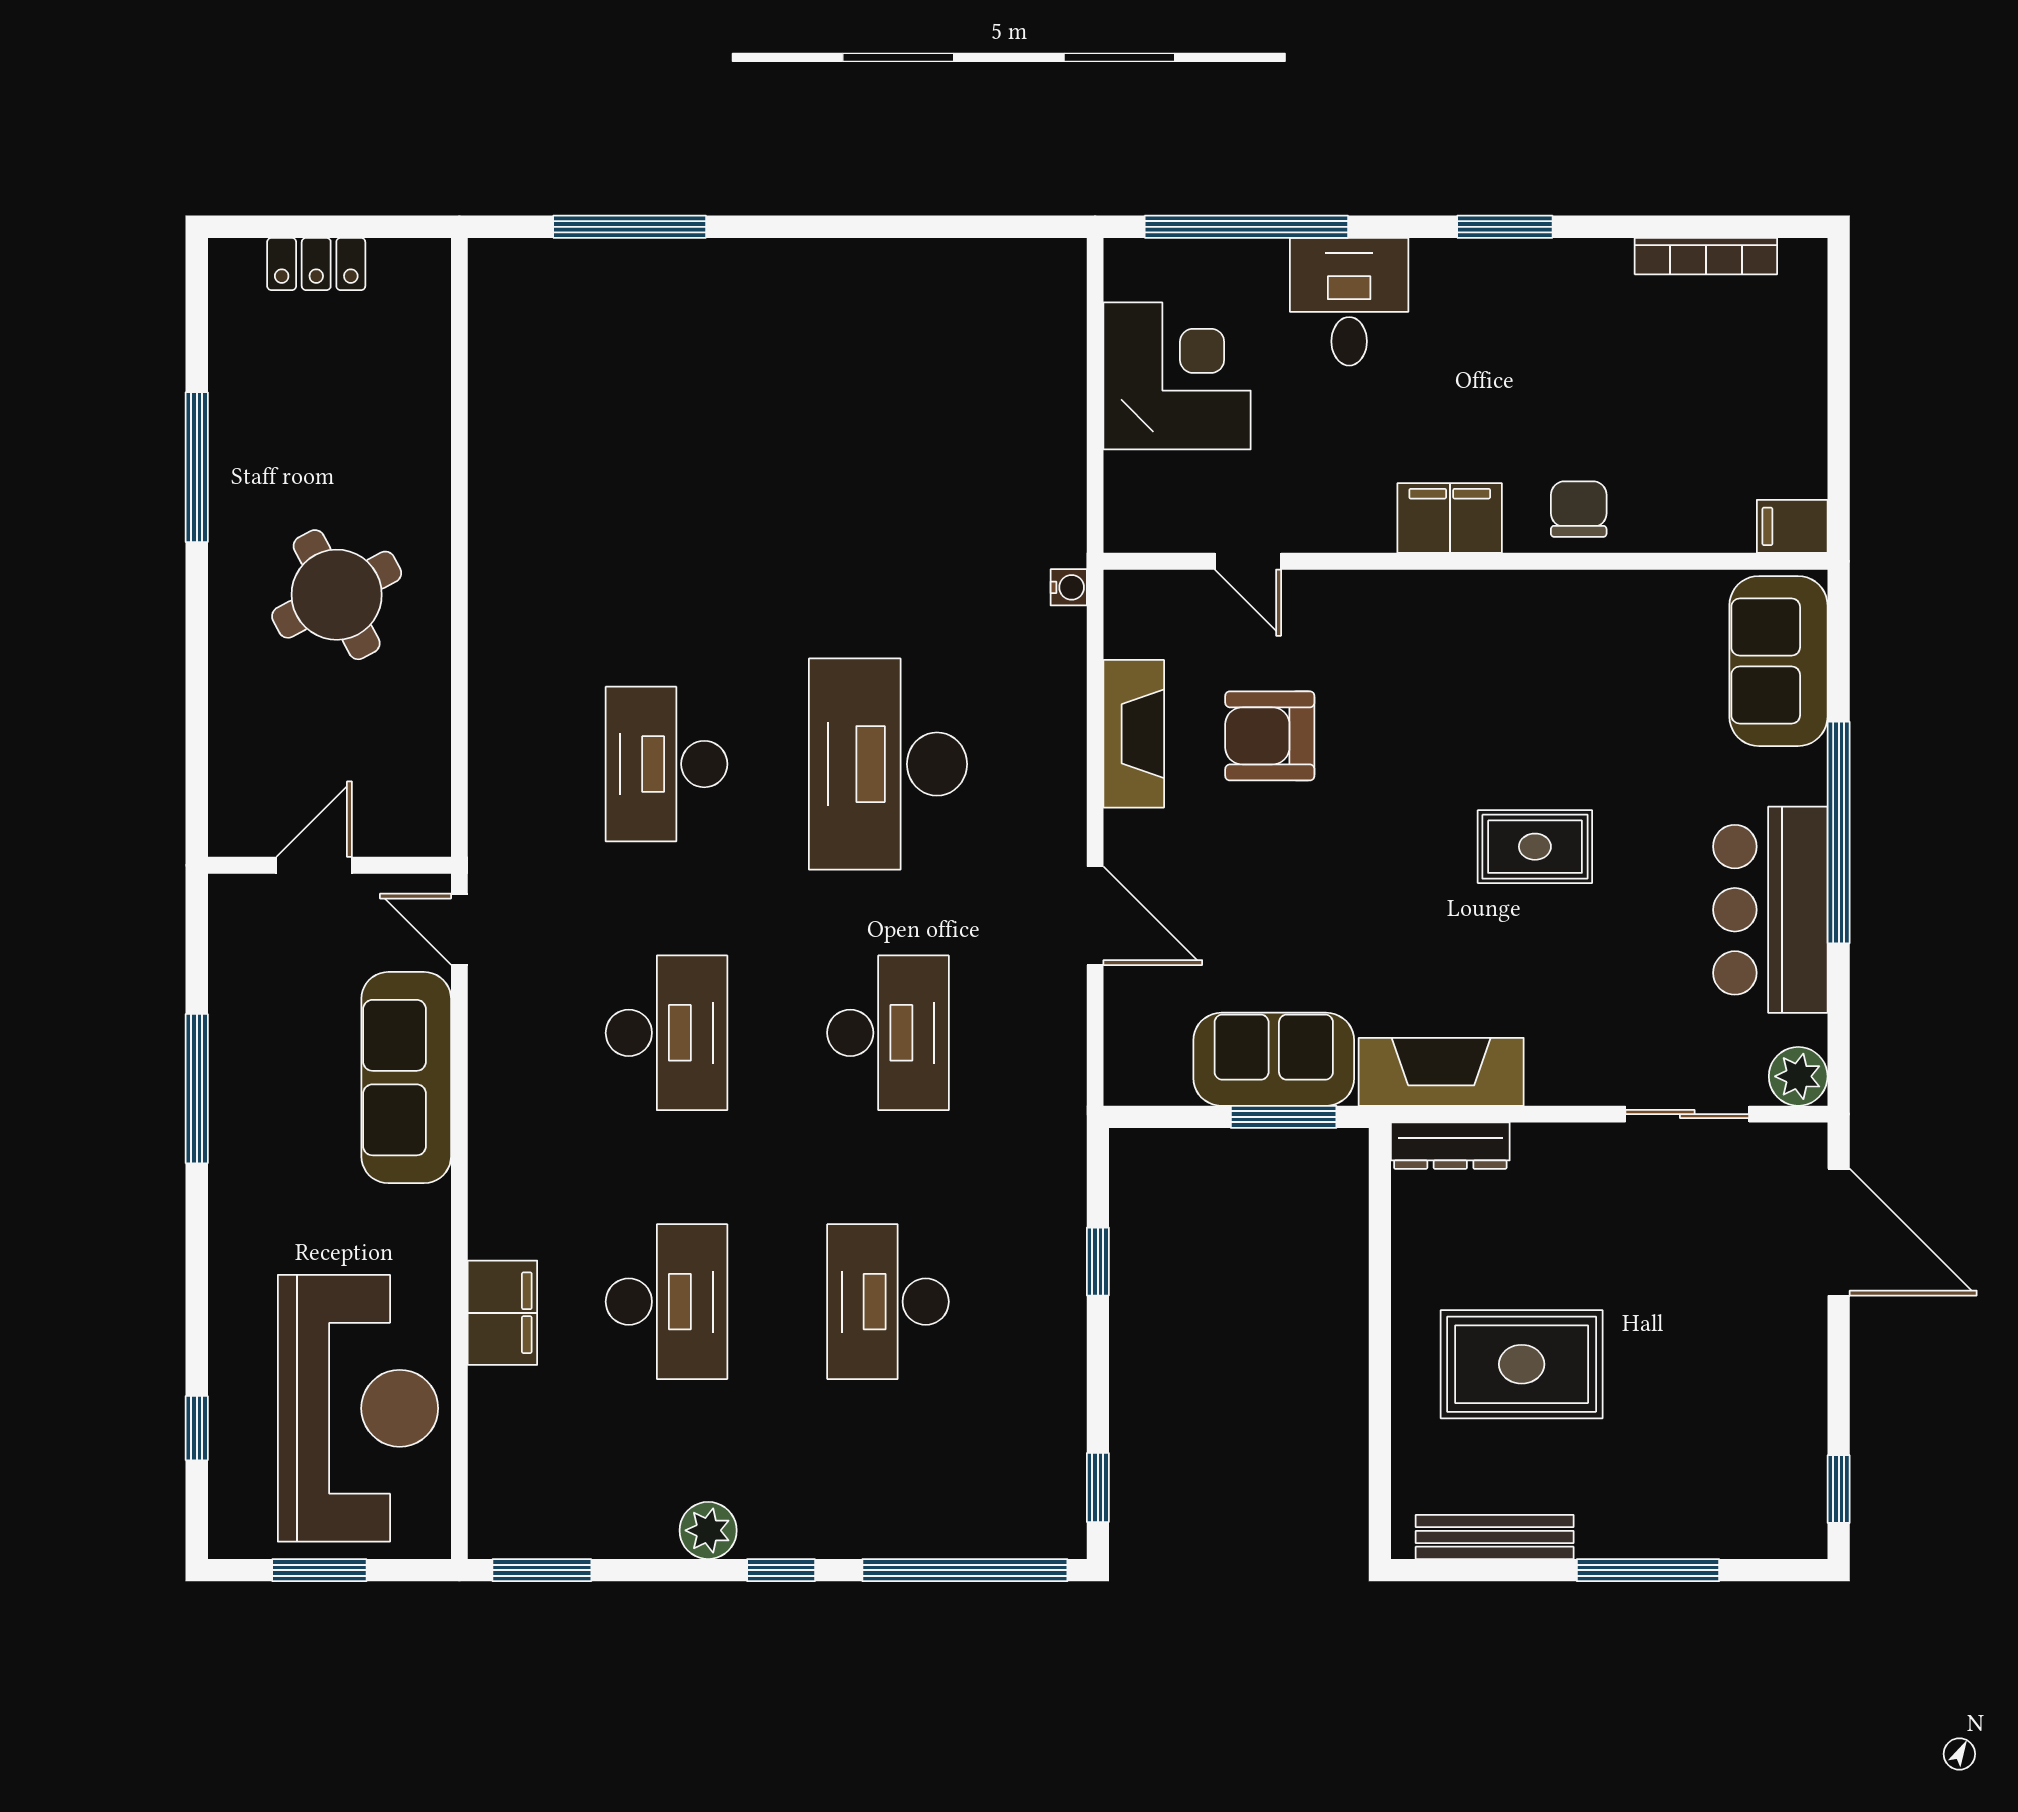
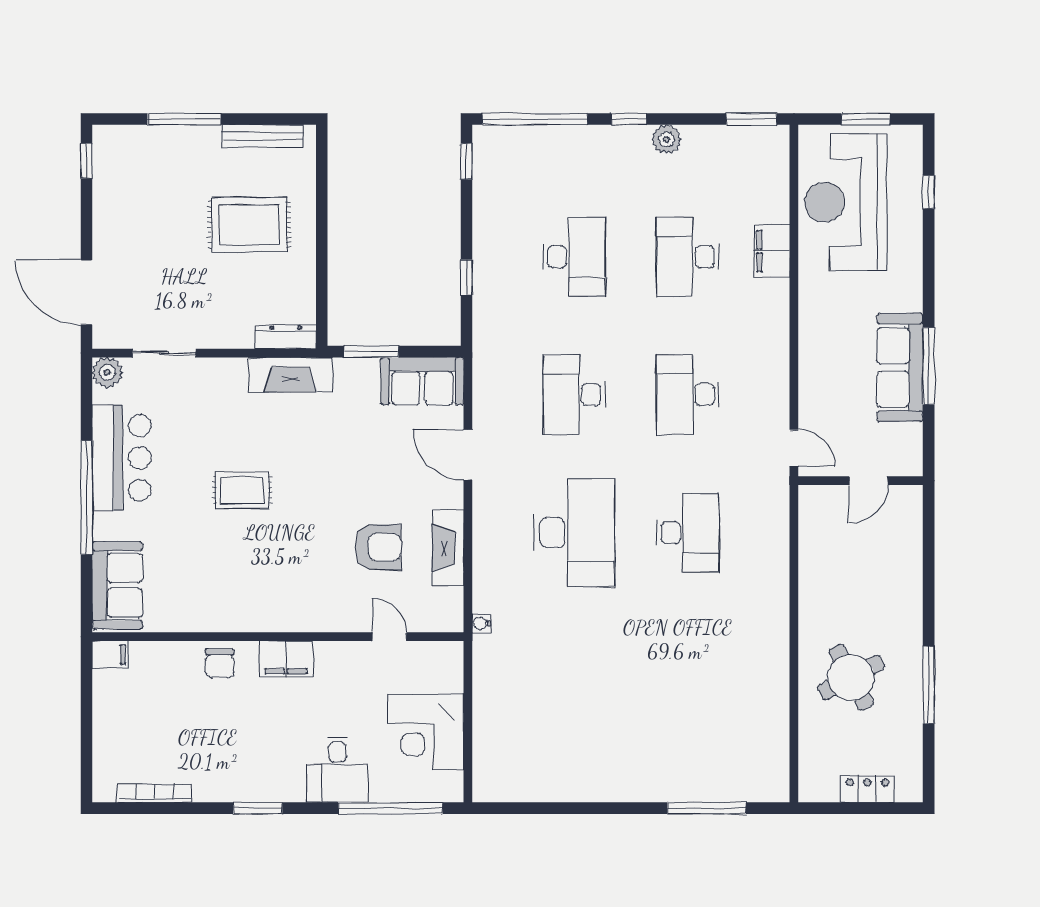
round table: (337, 595) -> (851, 677), moved
sofa: (1274, 1059) -> (422, 381), moved
sofa: (406, 1078) -> (900, 367), moved, turned 180

